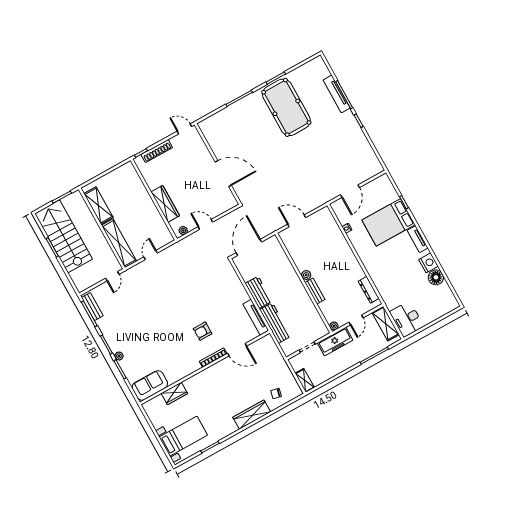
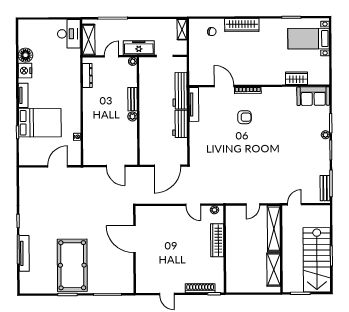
wall: (218, 164) -> (135, 250), moved
door: (223, 174) -> (134, 239), moved

